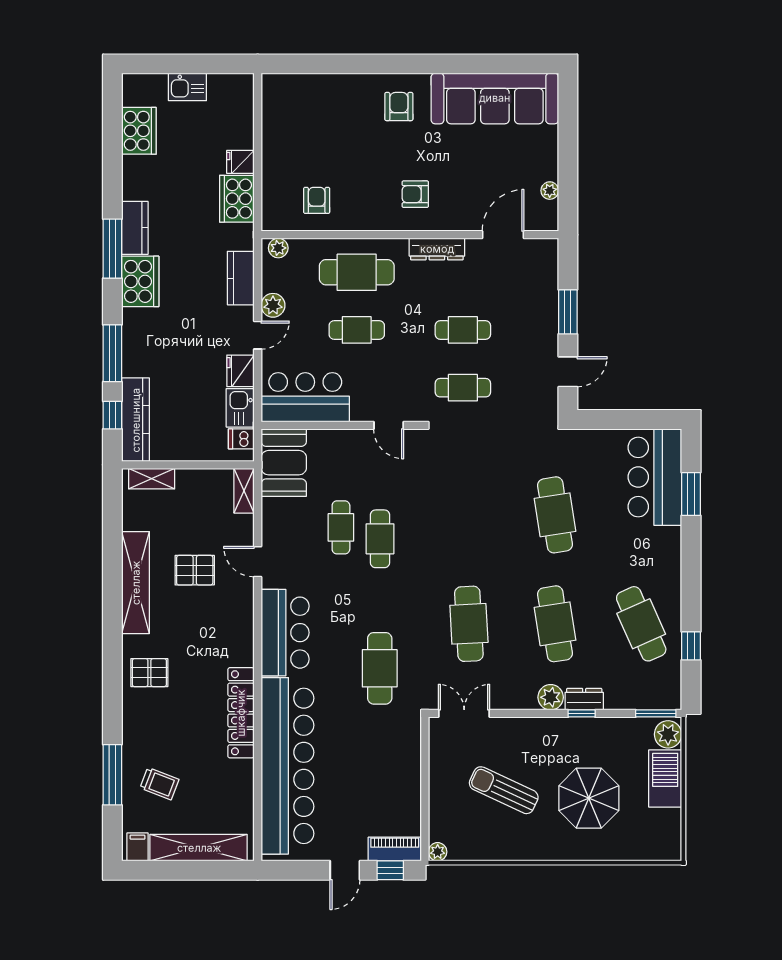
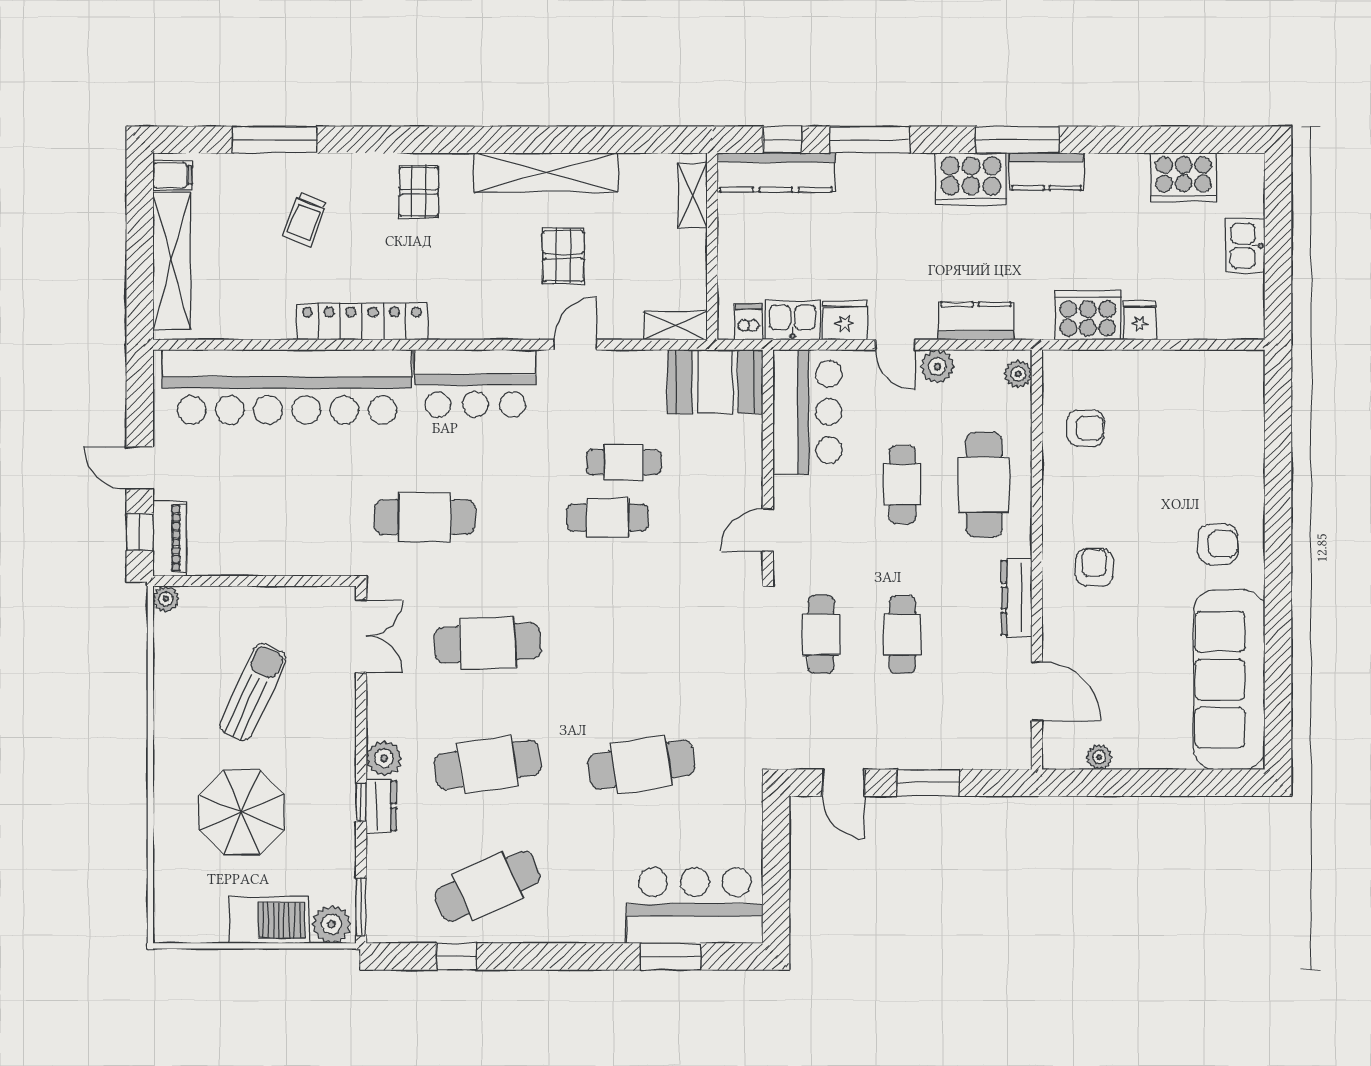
trolley: (159, 784) -> (305, 219), moved

